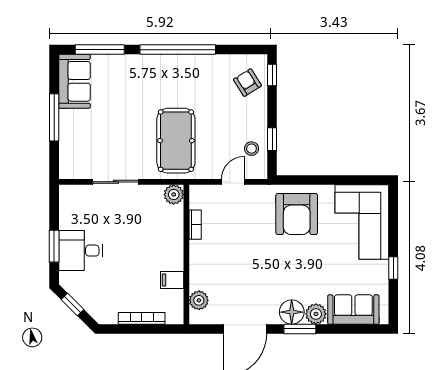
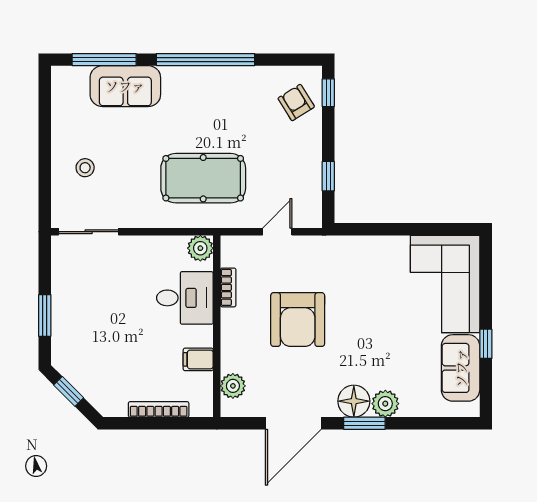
sofa: (74, 81) -> (125, 86), moved, turned 90
window: (54, 117) -> (45, 148), removed
pool table: (176, 141) -> (203, 178), turned 90
stool: (252, 149) -> (85, 168), moved
sliding door: (116, 182) -> (89, 232), moved
armchair: (297, 214) -> (298, 320), moved
desk: (81, 251) -> (185, 298), moved, turned 180
sofa: (353, 310) -> (461, 368), moved, turned -90

